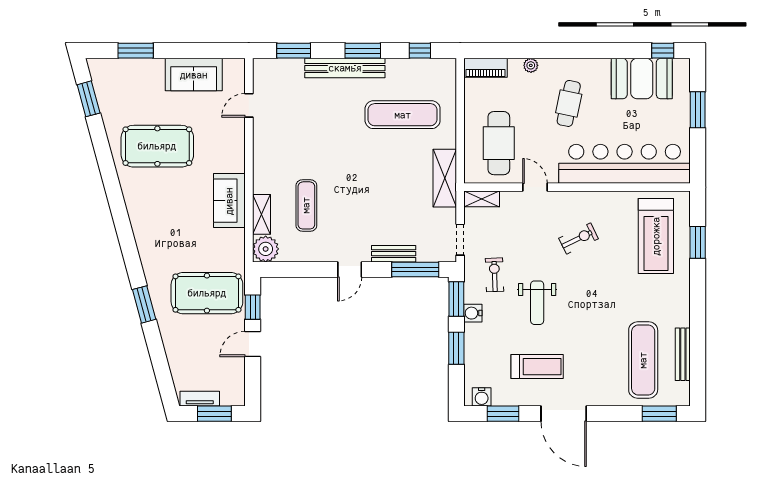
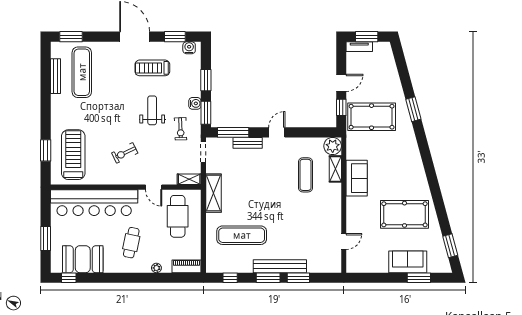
window: (294, 51) -> (298, 278), moved
sofa: (194, 75) -> (408, 262), moved
tv unit: (200, 399) -> (359, 47), moved

